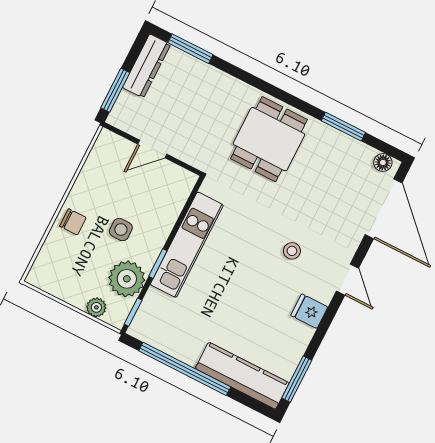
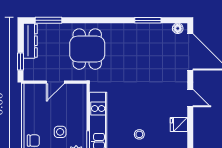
window: (115, 90) -> (21, 61), width x0.67
dining table: (269, 139) -> (87, 49), moved
stool: (292, 251) -> (139, 134), moved

